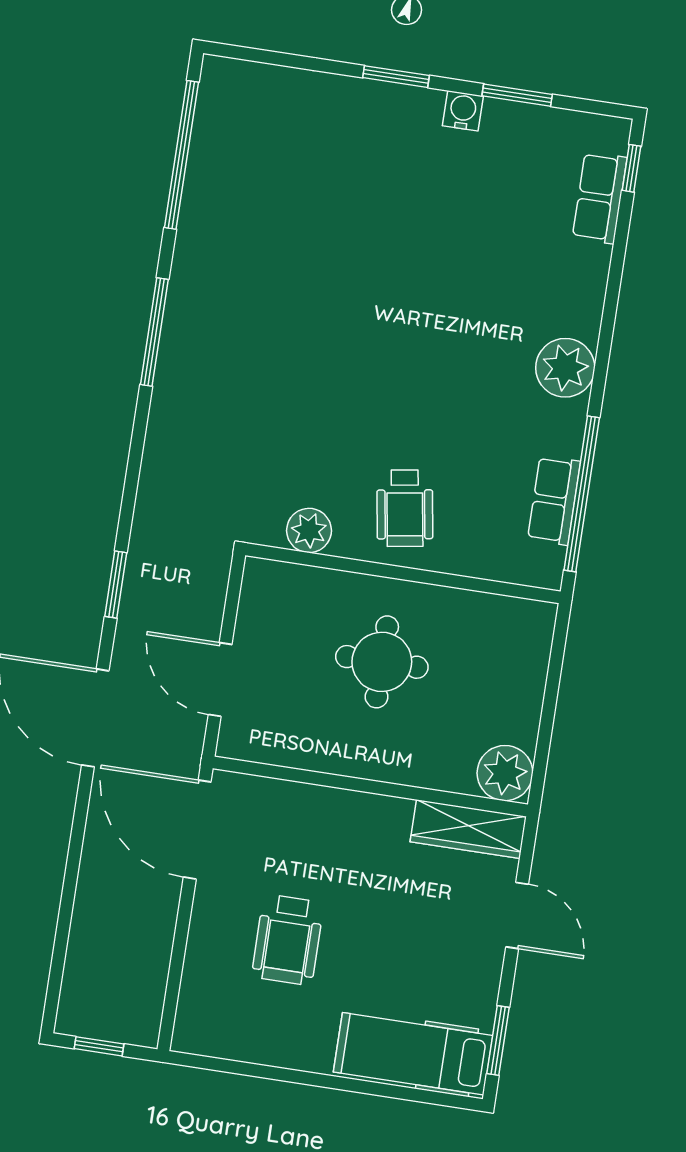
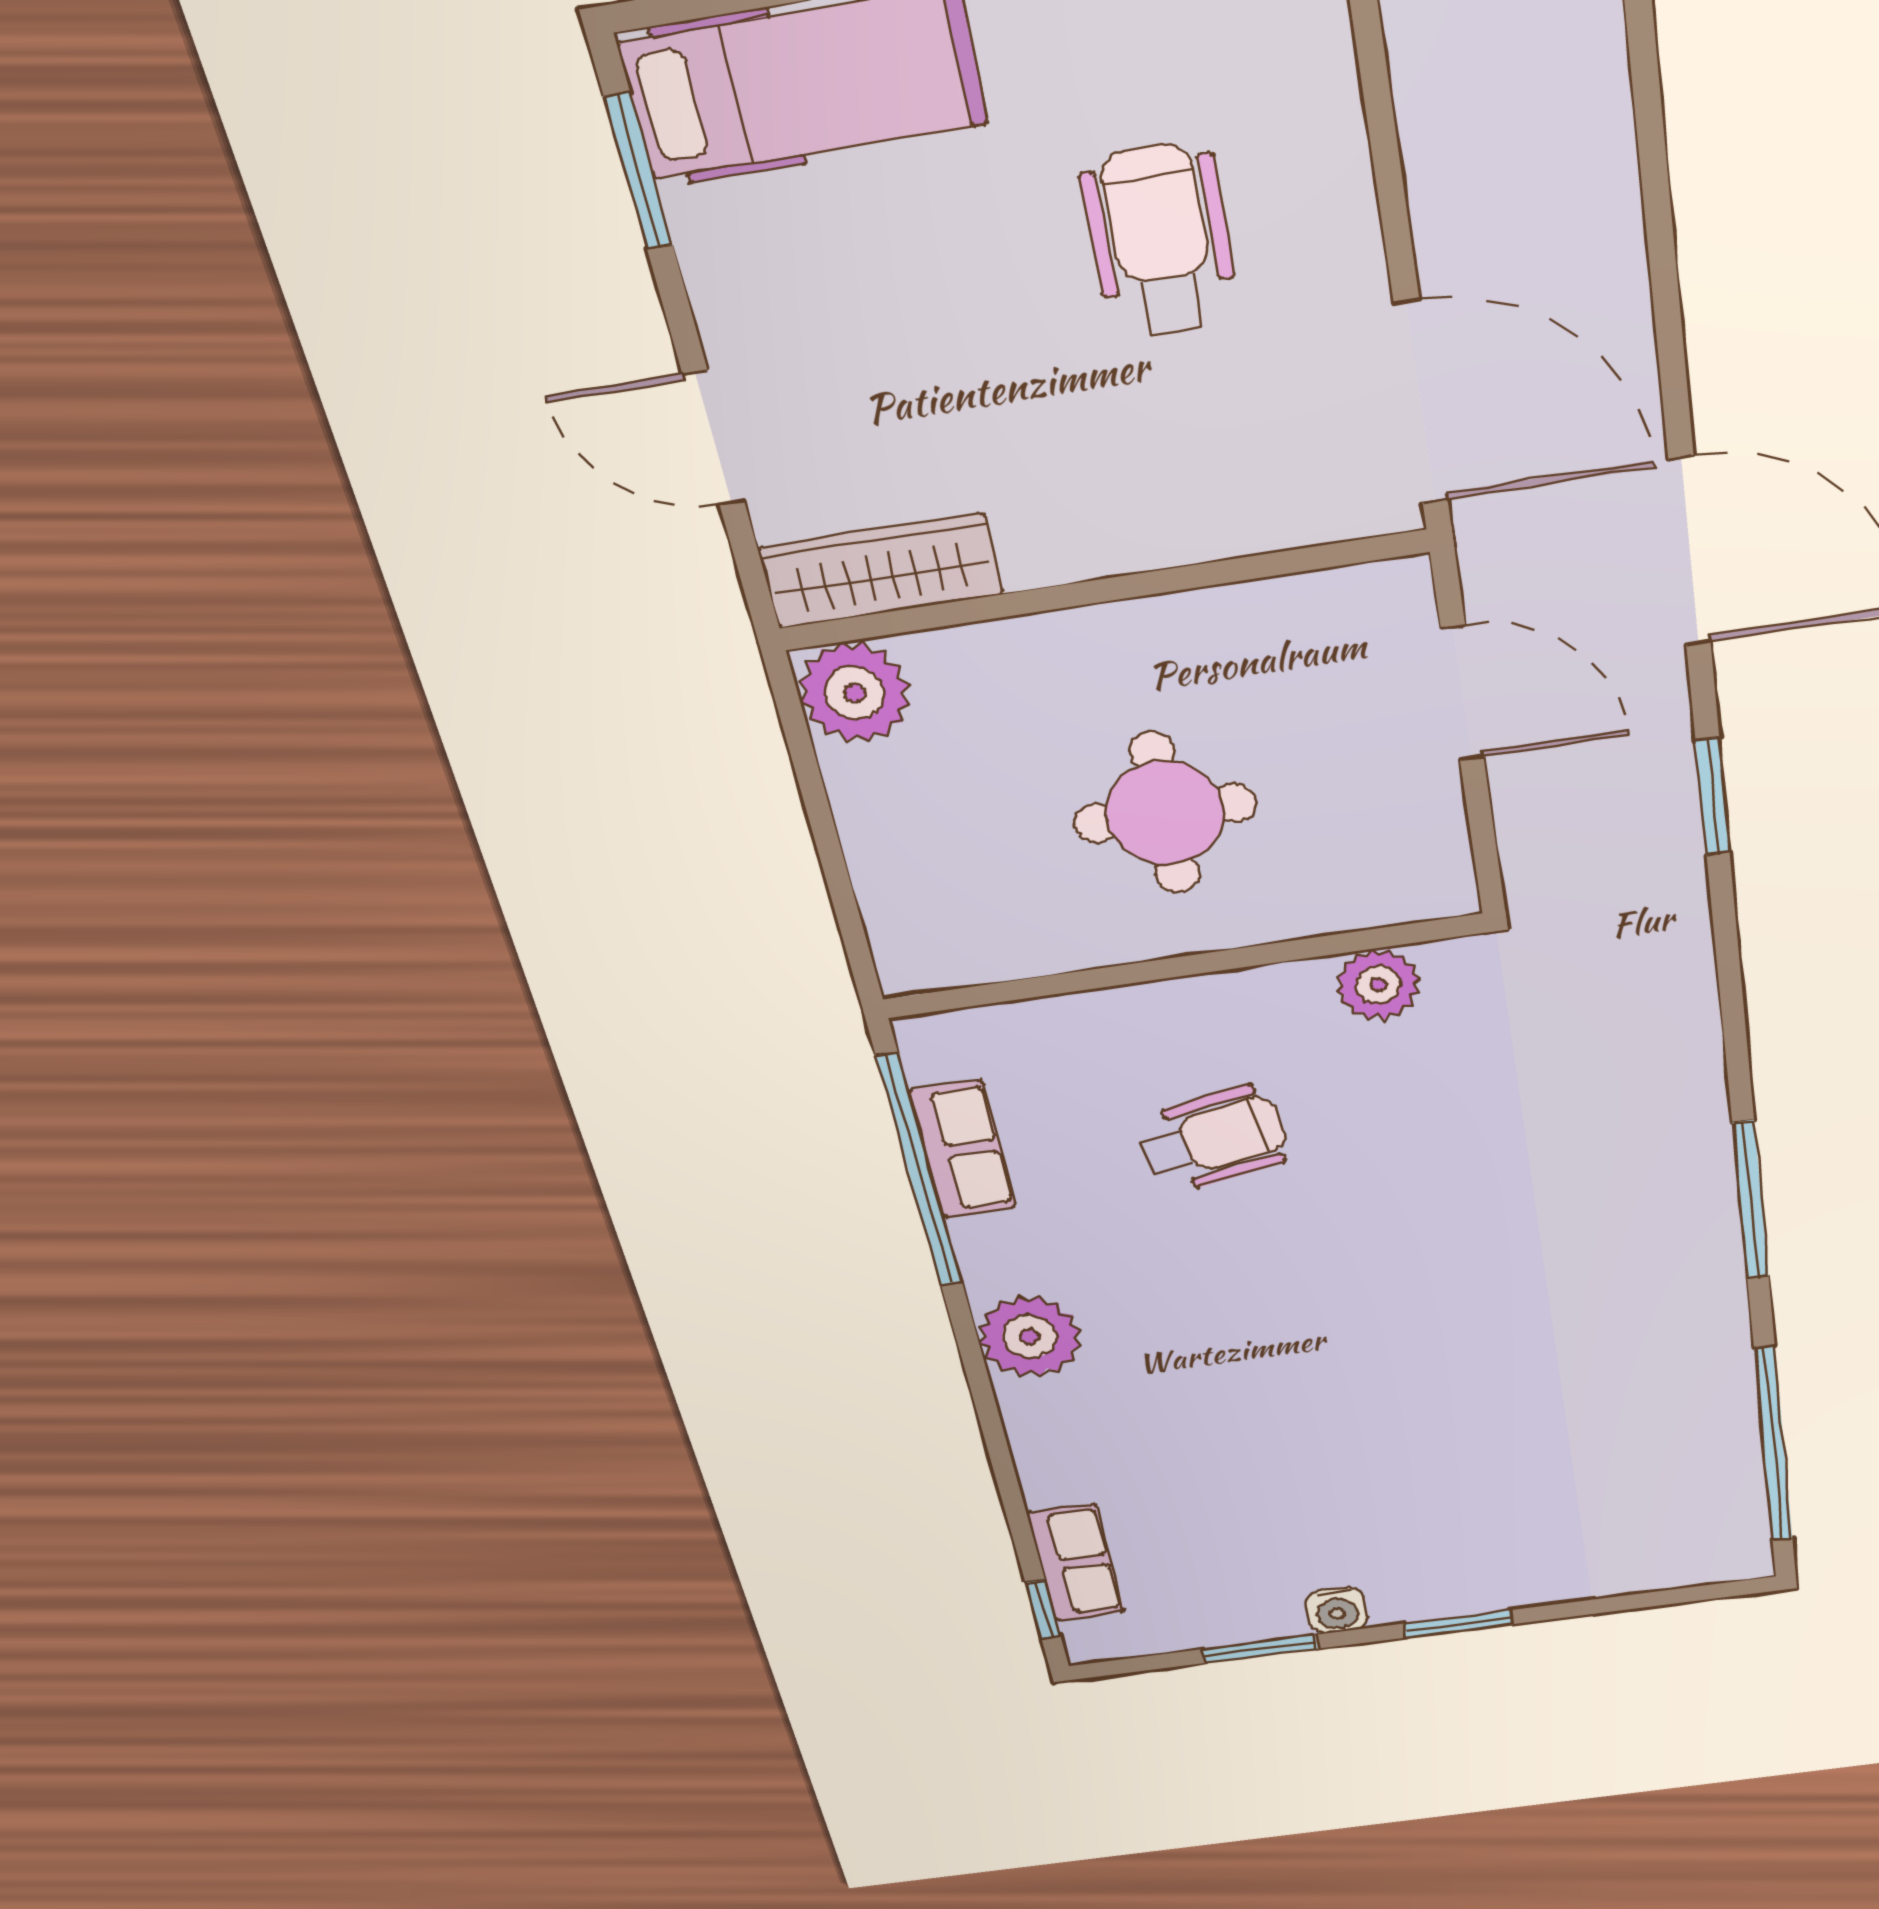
wheelchair: (405, 508) -> (1213, 1139), moved, turned 89

